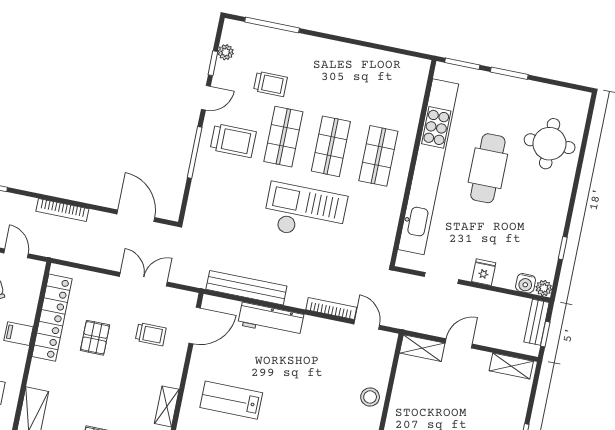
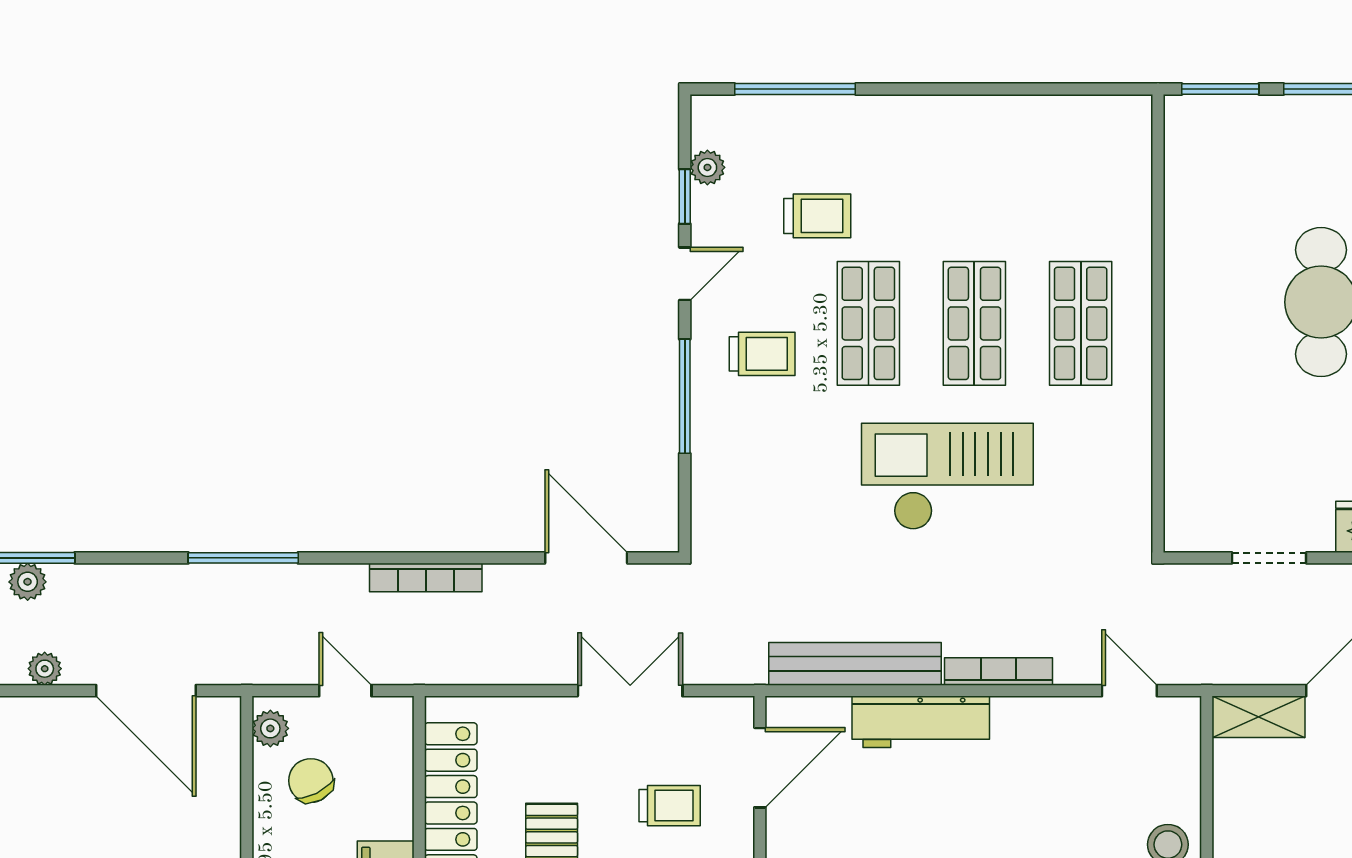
trolley: (233, 141) -> (762, 354), width x0.73, depth x0.72
kitchen unit: (428, 167) -> (1192, 325), removed
bookcase: (331, 308) -> (999, 672), moved

